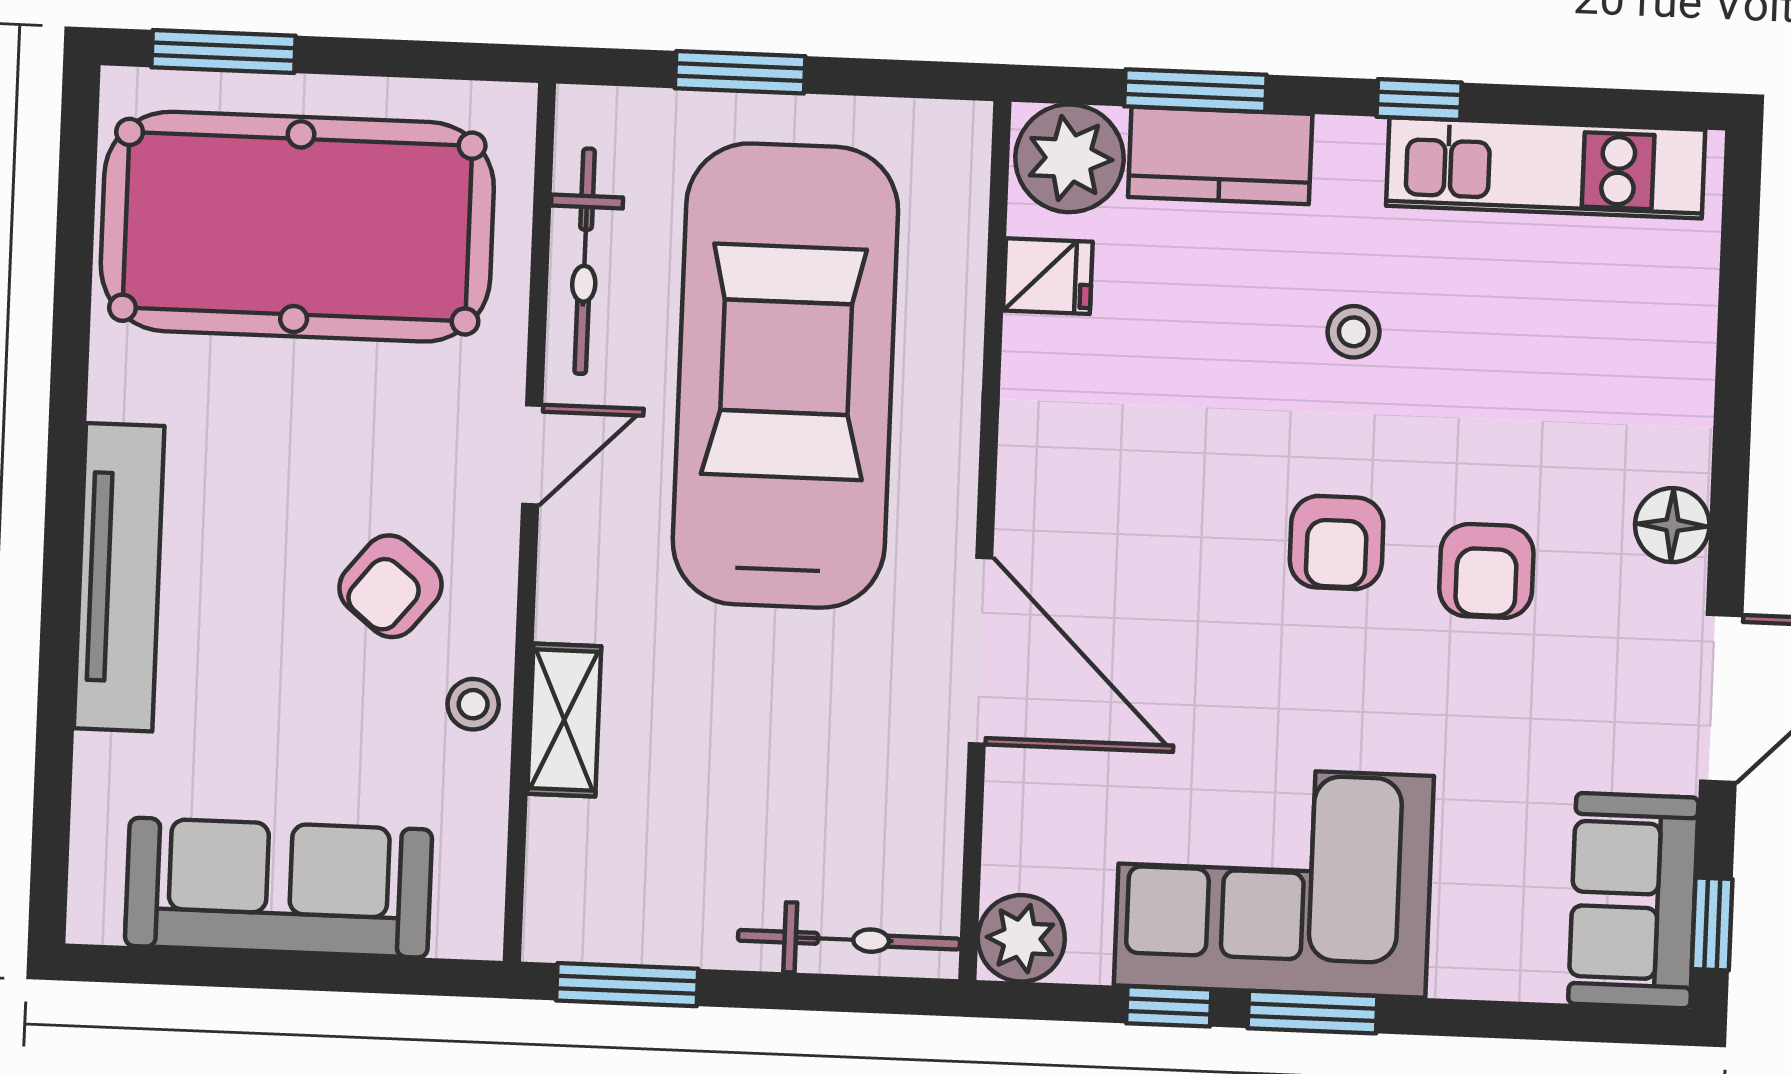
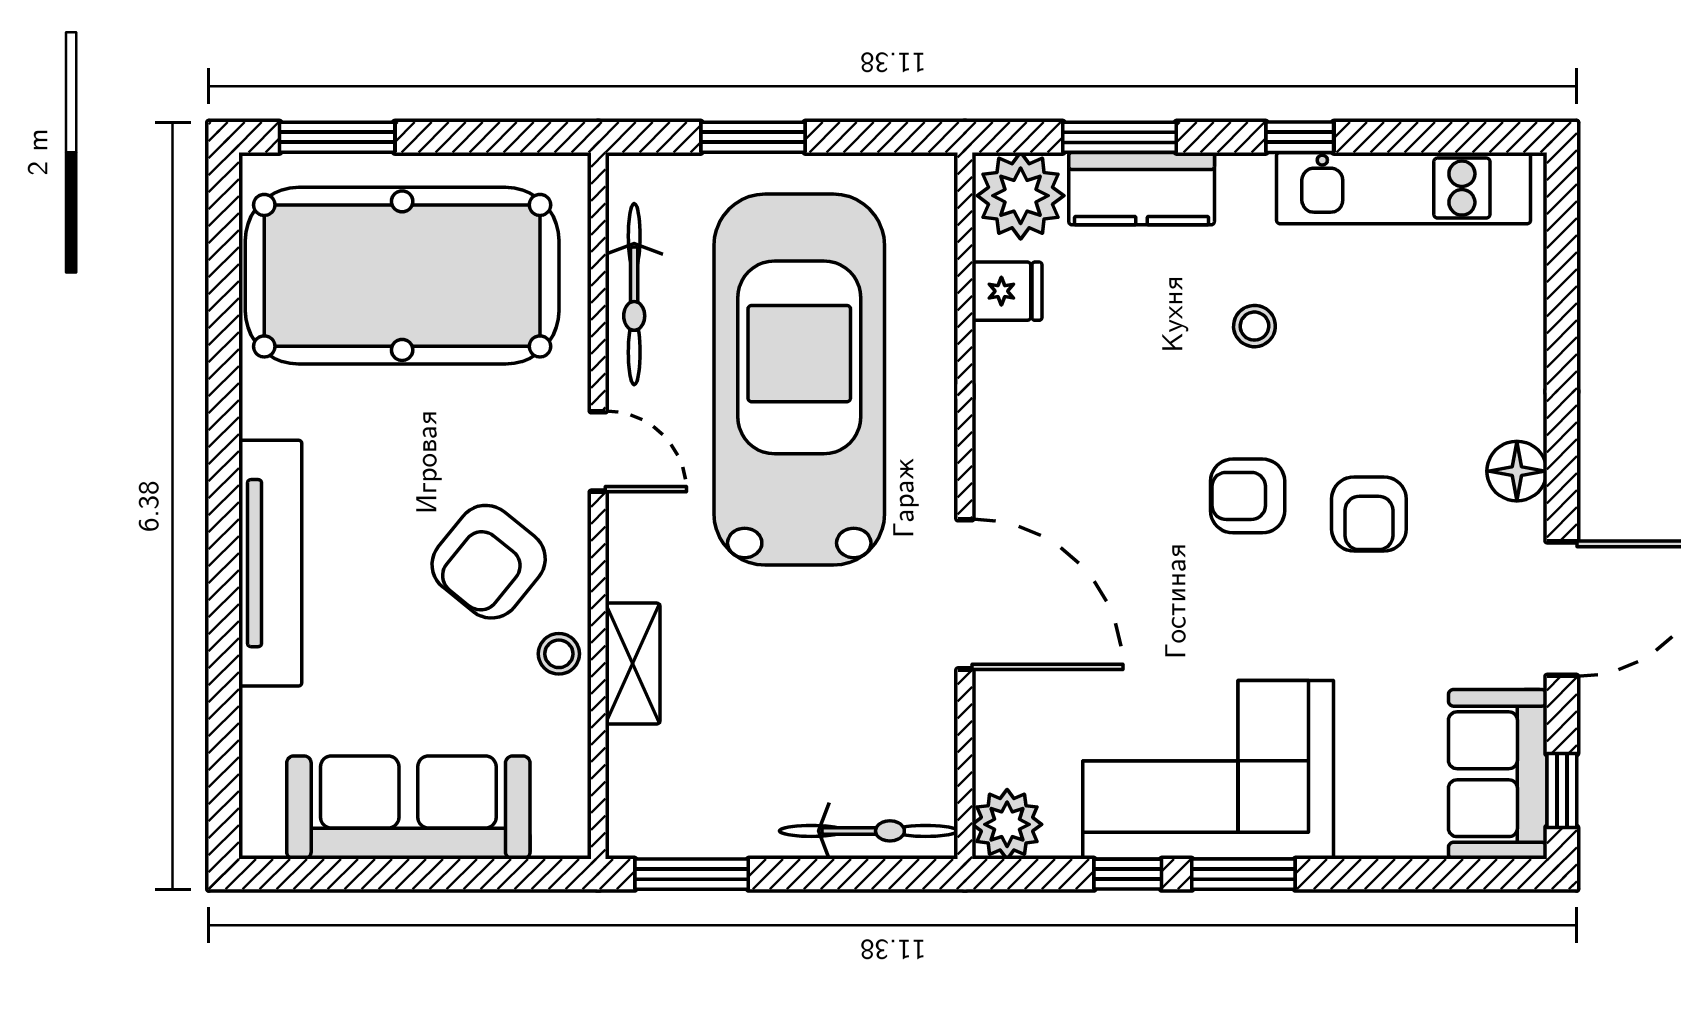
door: (532, 455) -> (598, 451), hinge flipped
armchair: (1337, 542) -> (1248, 496), turned 90
armchair: (391, 586) -> (489, 562), width x1.38, depth x1.38

